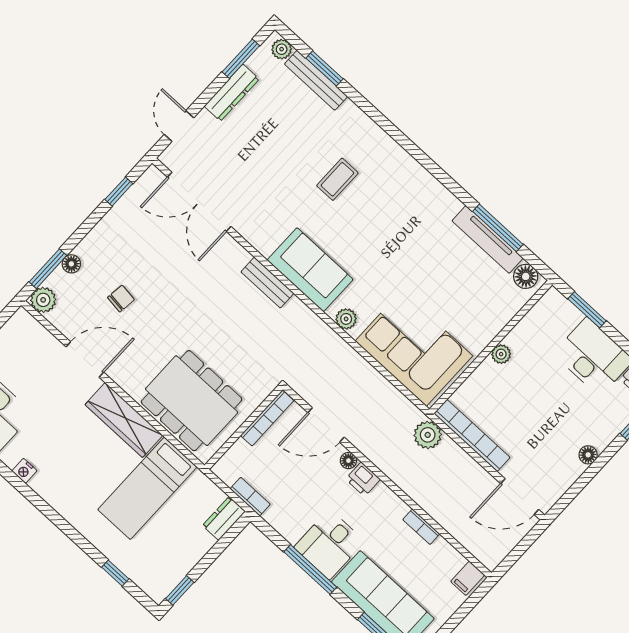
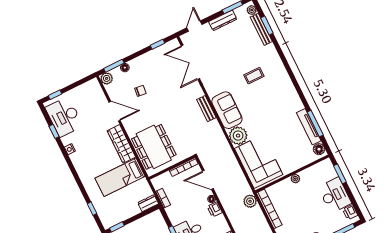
plant: (346, 319) -> (238, 136), width x1.87, depth x1.87

